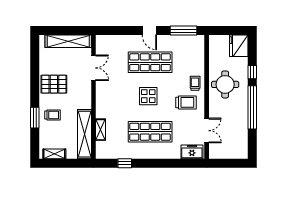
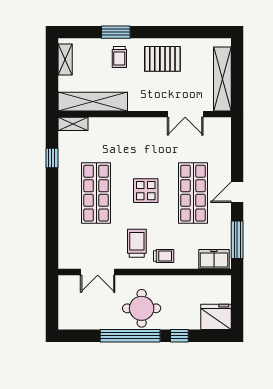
pallet: (54, 84) -> (162, 59), turned 90
round table: (225, 84) -> (142, 308), moved
trolley: (186, 102) -> (137, 243), turned 180
shelving: (100, 130) -> (73, 124), moved
freezer: (192, 152) -> (214, 259), moved, turned -90

